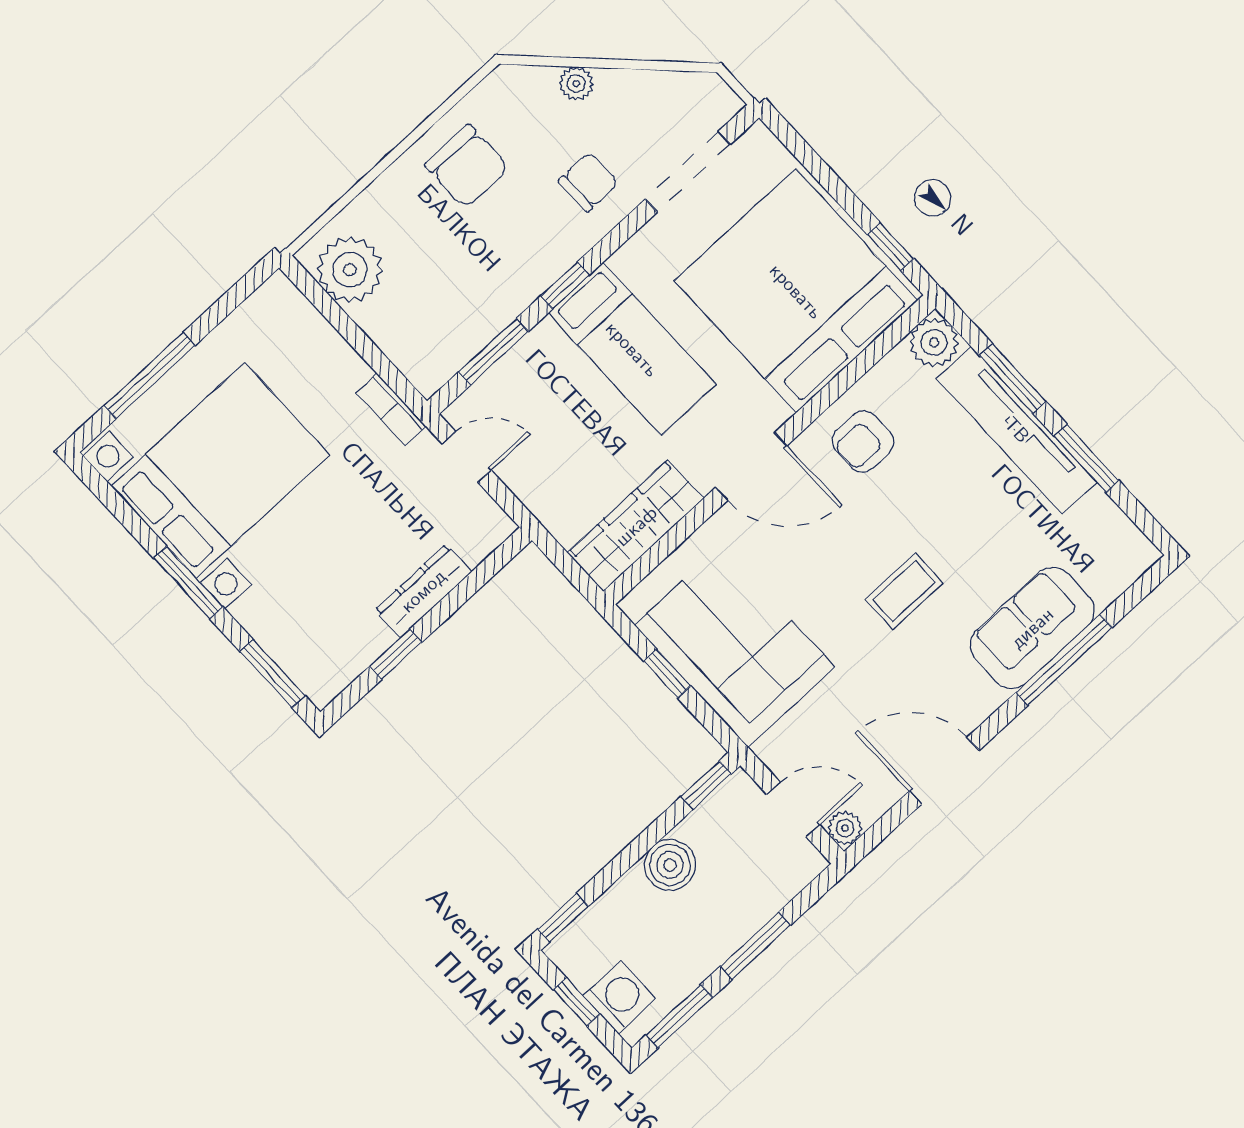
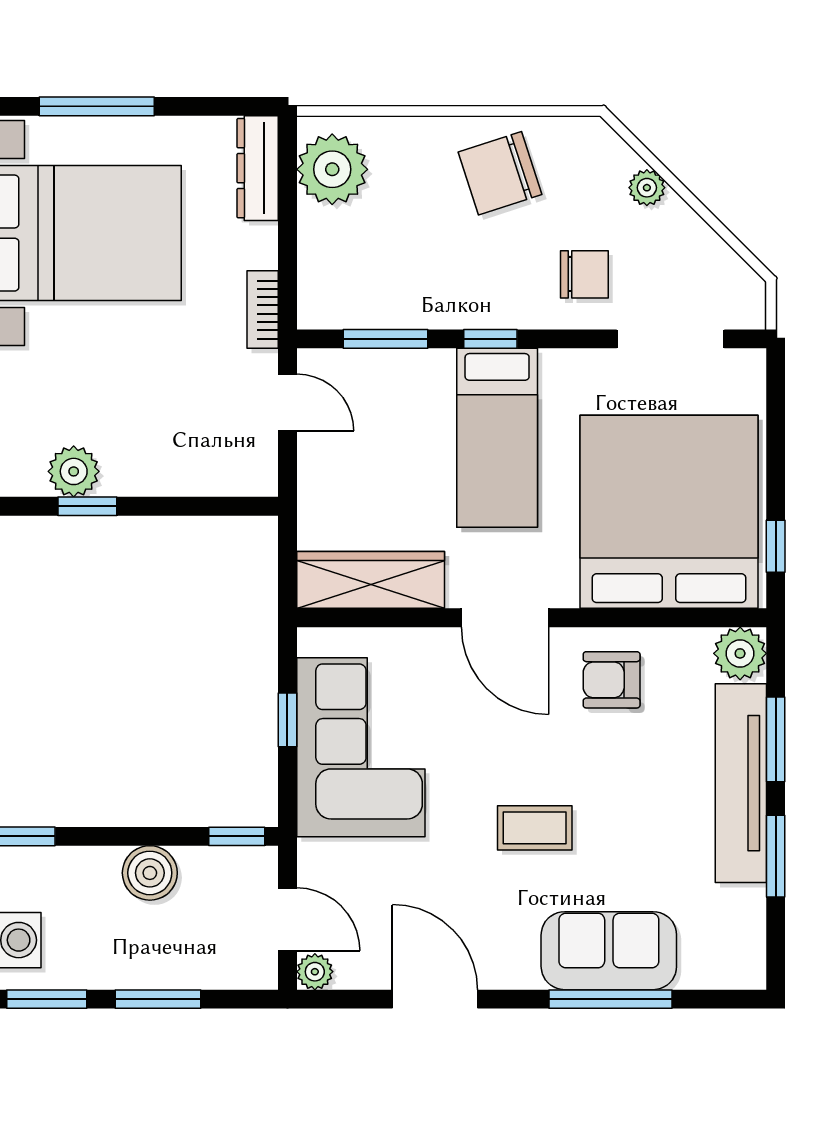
chair: (467, 166) -> (500, 173), turned 72
dresser: (423, 591) -> (258, 168), moved, turned -90
plant: (364, 639) -> (74, 471), added

